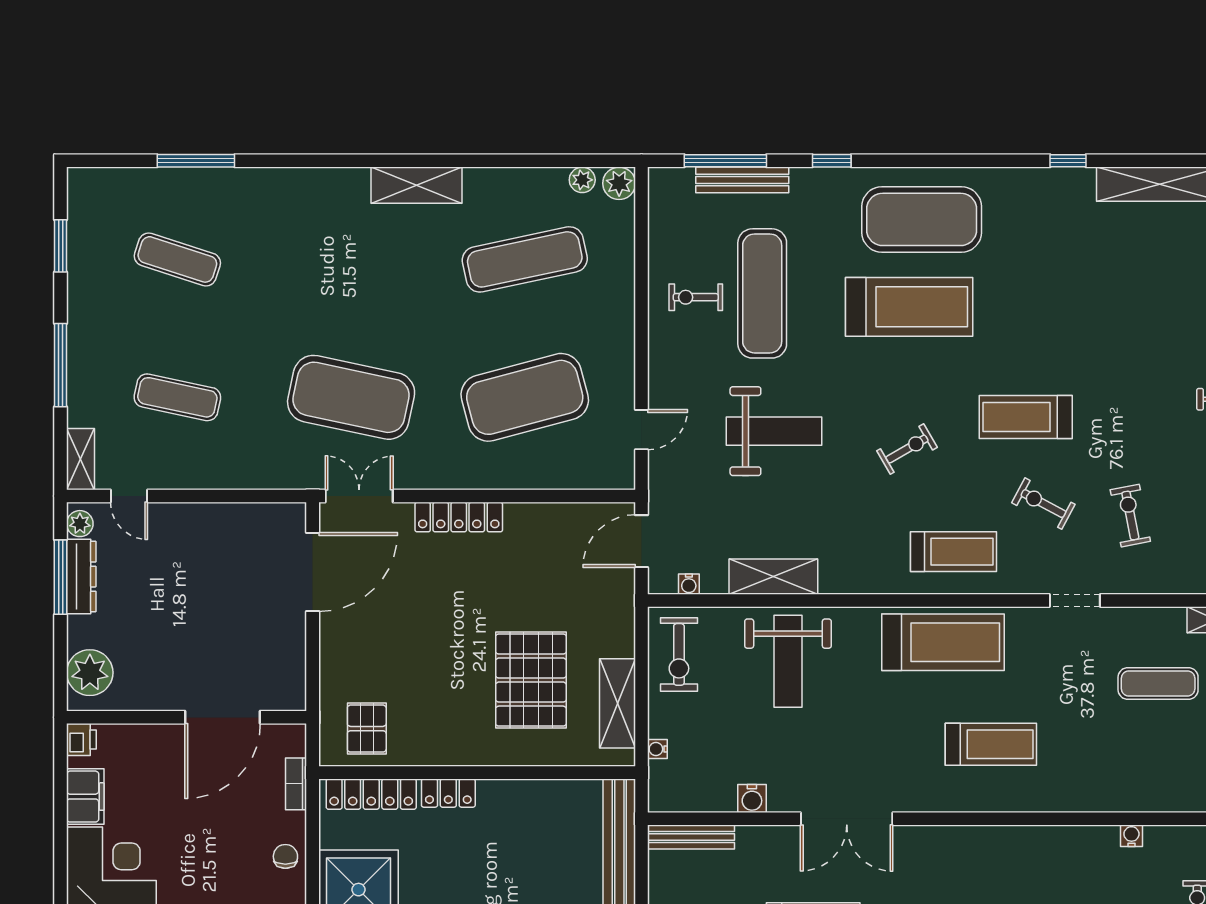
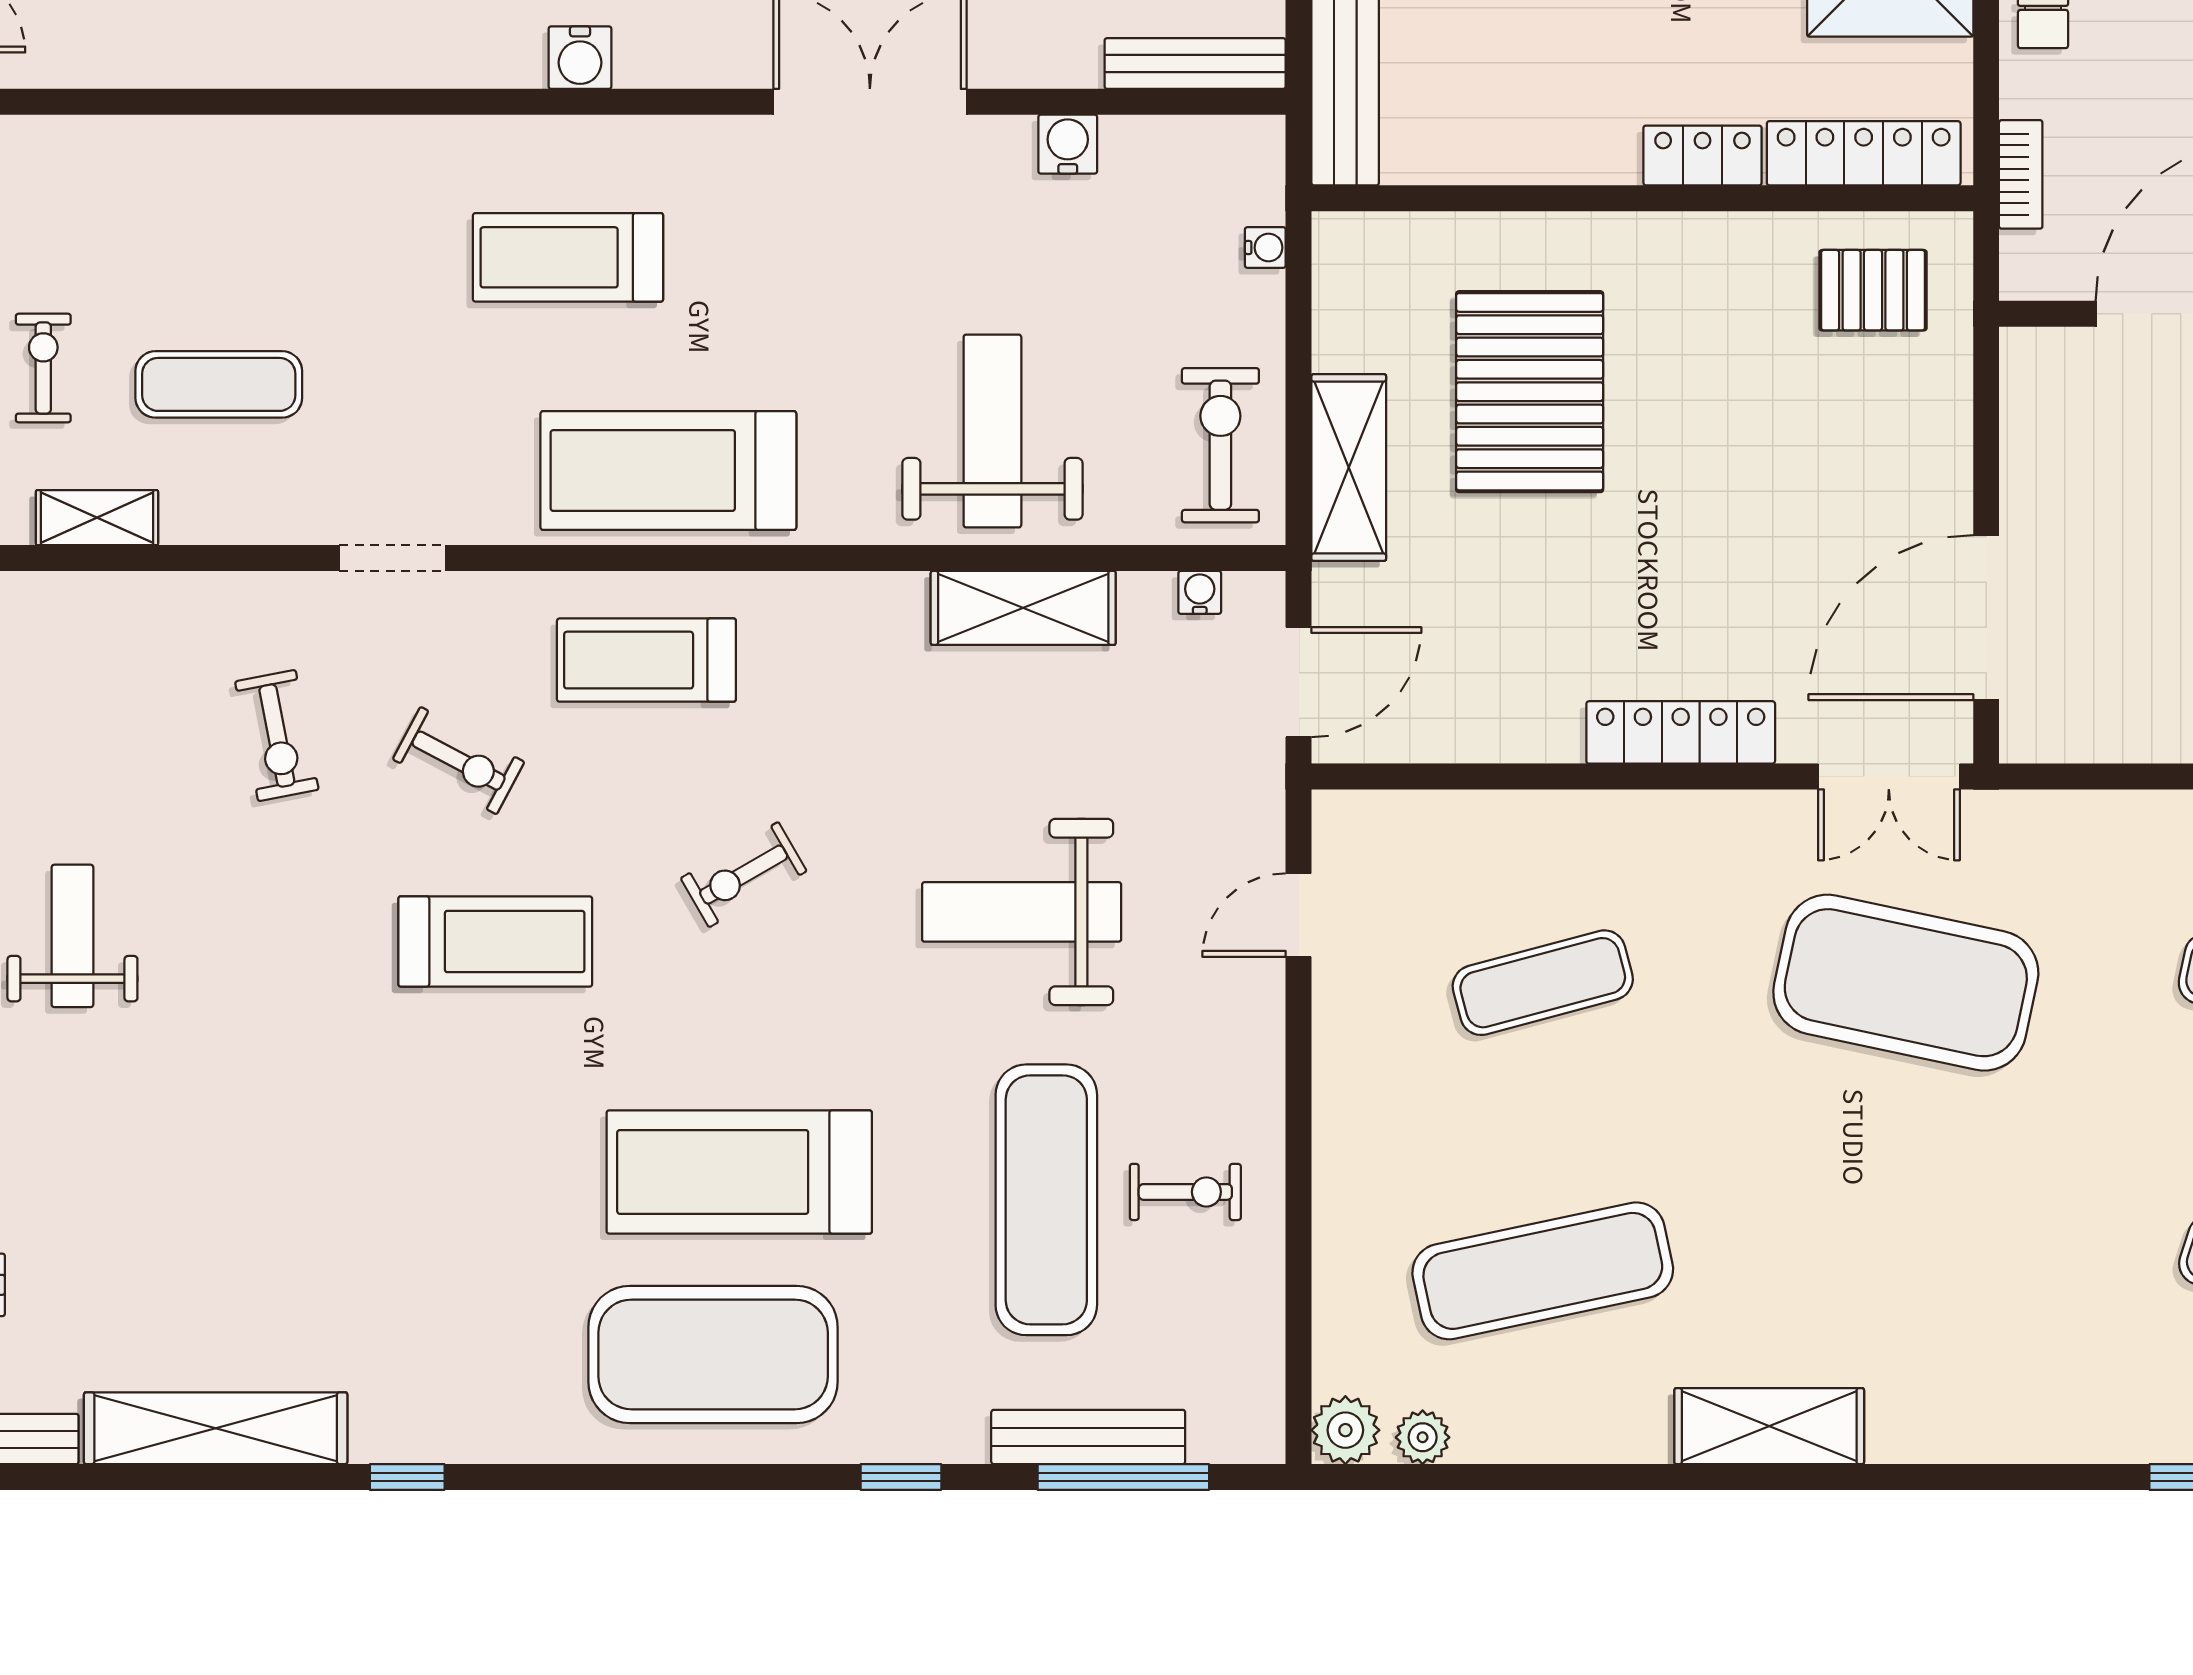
exercise mat: (525, 397) -> (1543, 983), width x0.50, depth x0.69
shelving: (618, 703) -> (1349, 468), moved
pallet: (367, 729) -> (1873, 290), turned 90
water cooler: (1131, 836) -> (580, 58), moved, width x1.38, depth x1.38

